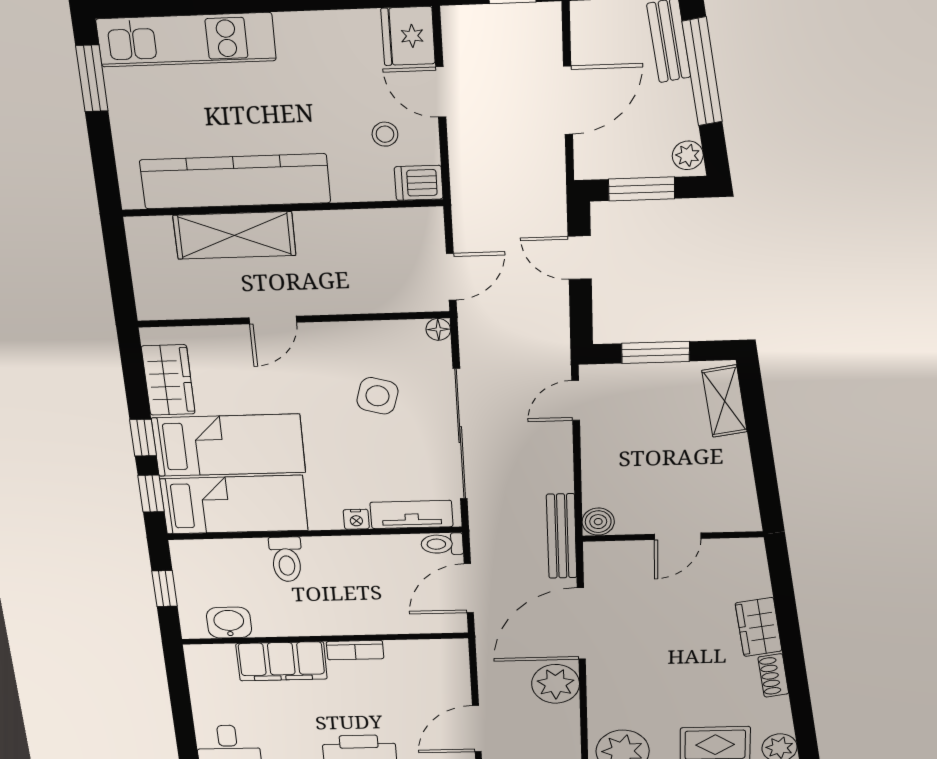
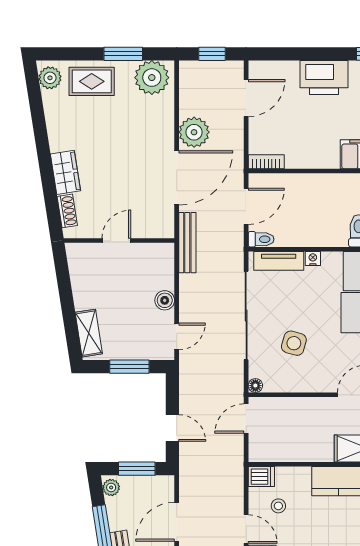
boiler: (598, 522) -> (165, 300), moved
bookcase: (355, 650) -> (266, 162), moved
shoe rack: (773, 675) -> (67, 211), moved

